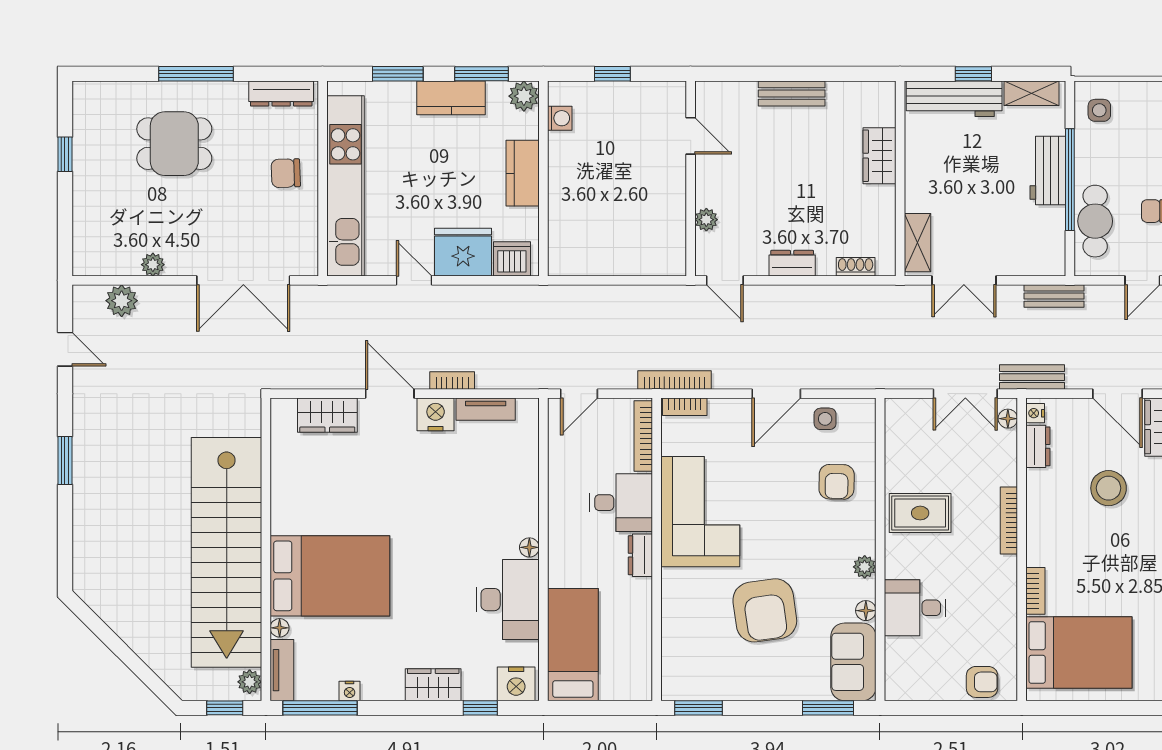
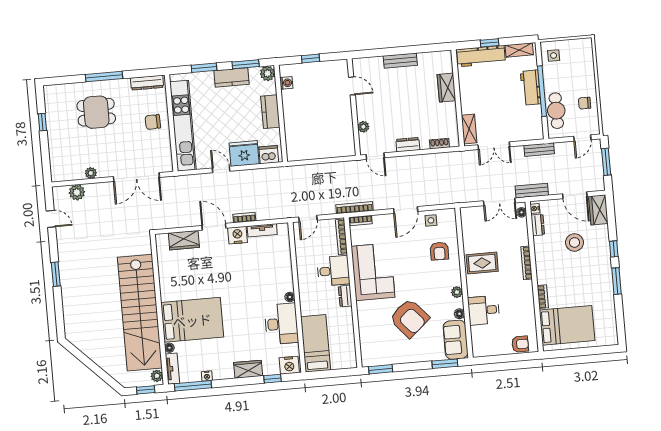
armchair: (765, 610) -> (409, 318), turned -33

